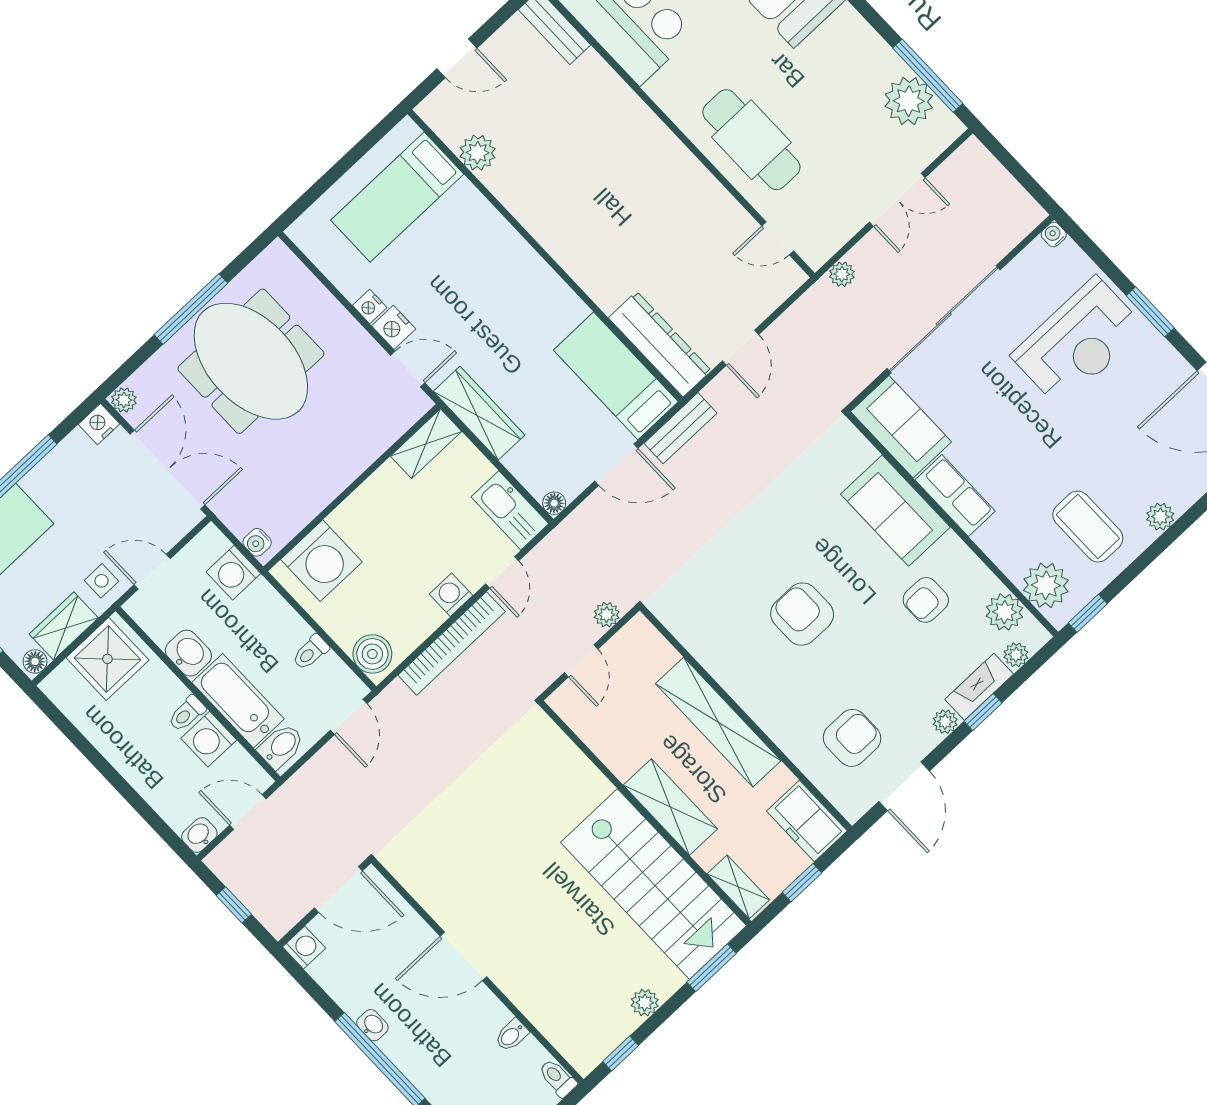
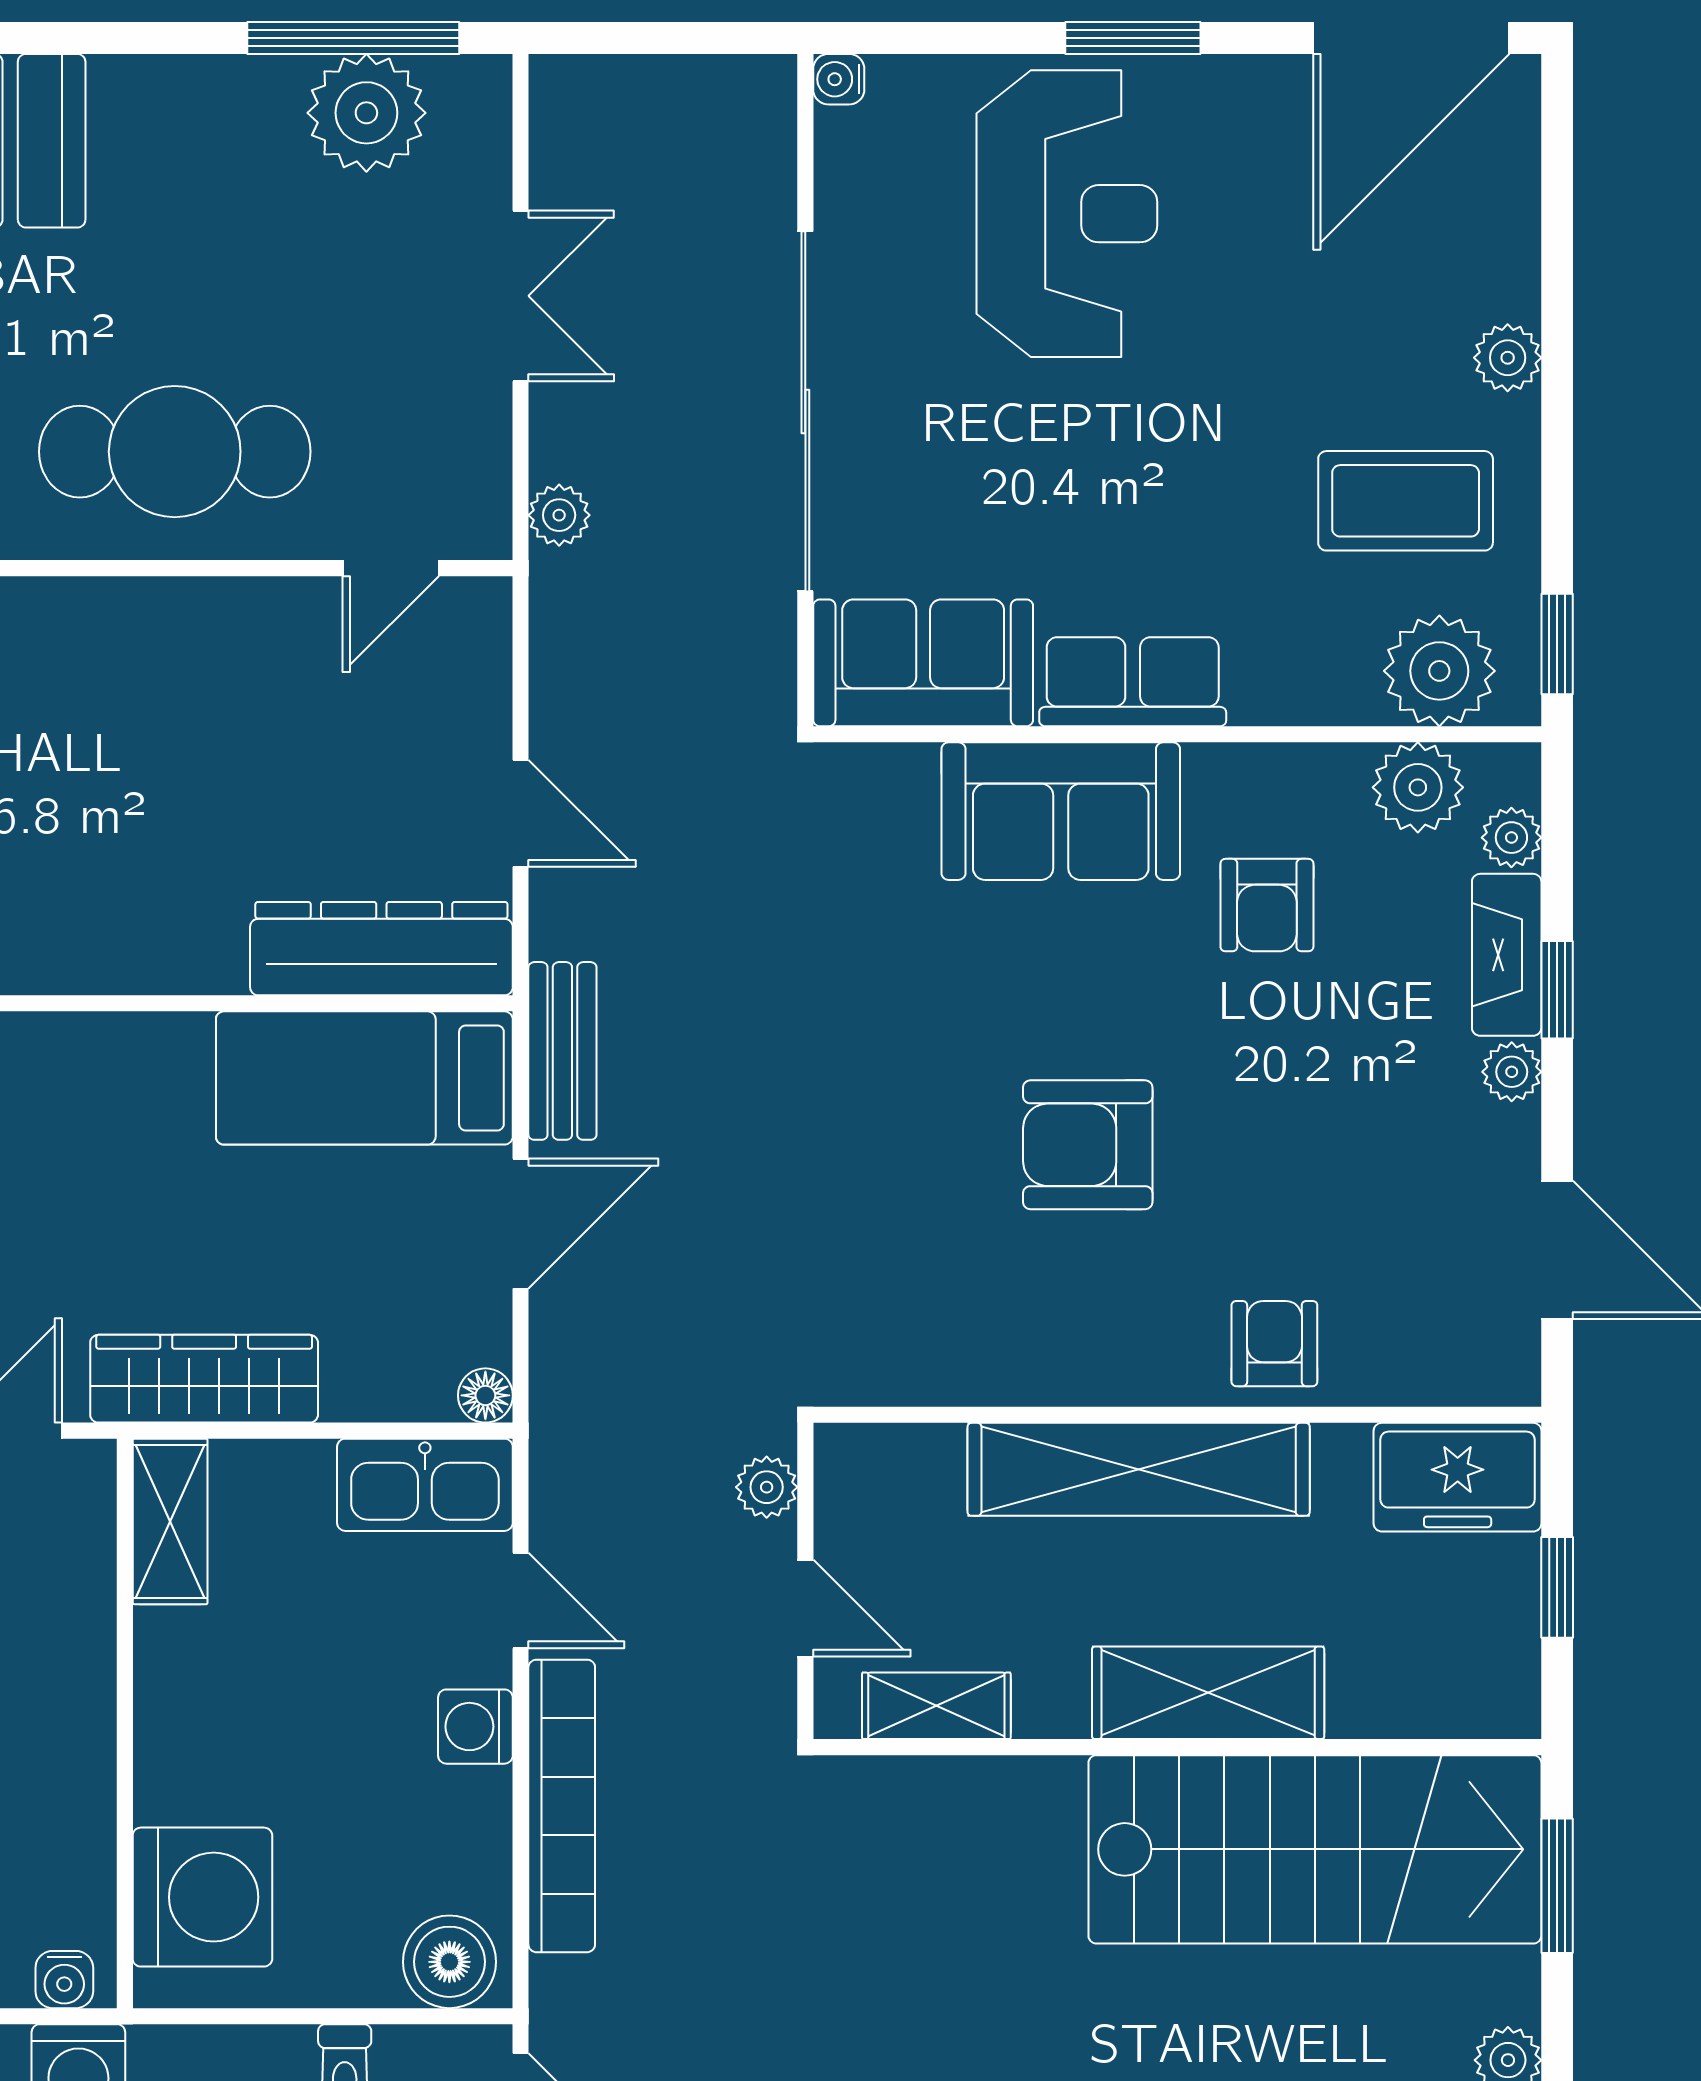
armchair: (852, 738) -> (1274, 1344), moved, width x0.72, depth x0.72
shelving: (738, 887) -> (936, 1706), moved

